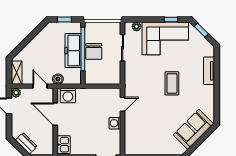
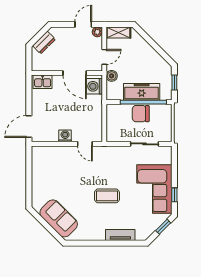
plant: (137, 26) -> (167, 159), removed
door: (55, 114) -> (75, 73), swing flipped

